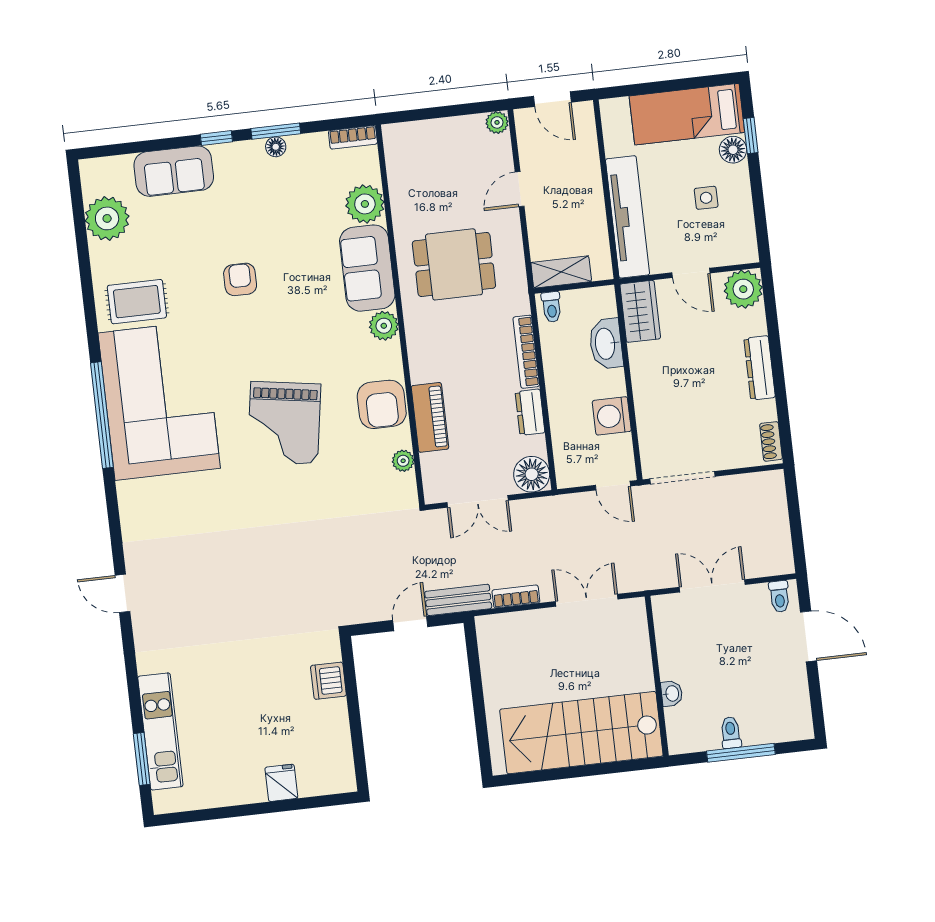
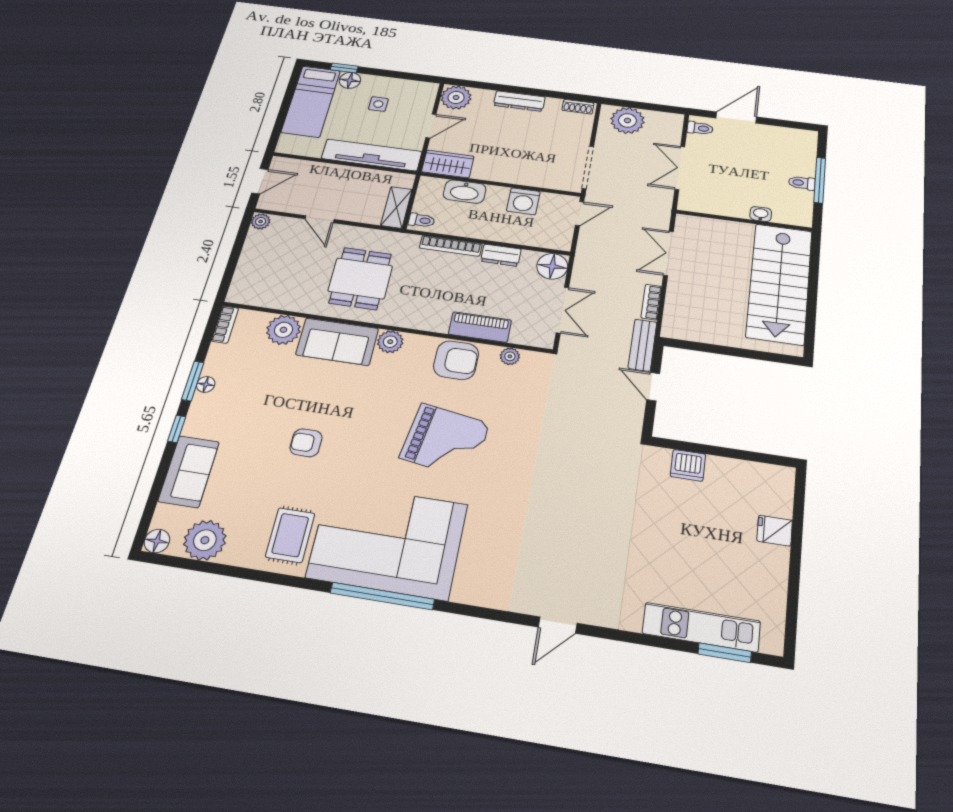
floor lamp: (92, 171) -> (157, 541), added
plant: (767, 507) -> (627, 120), added

